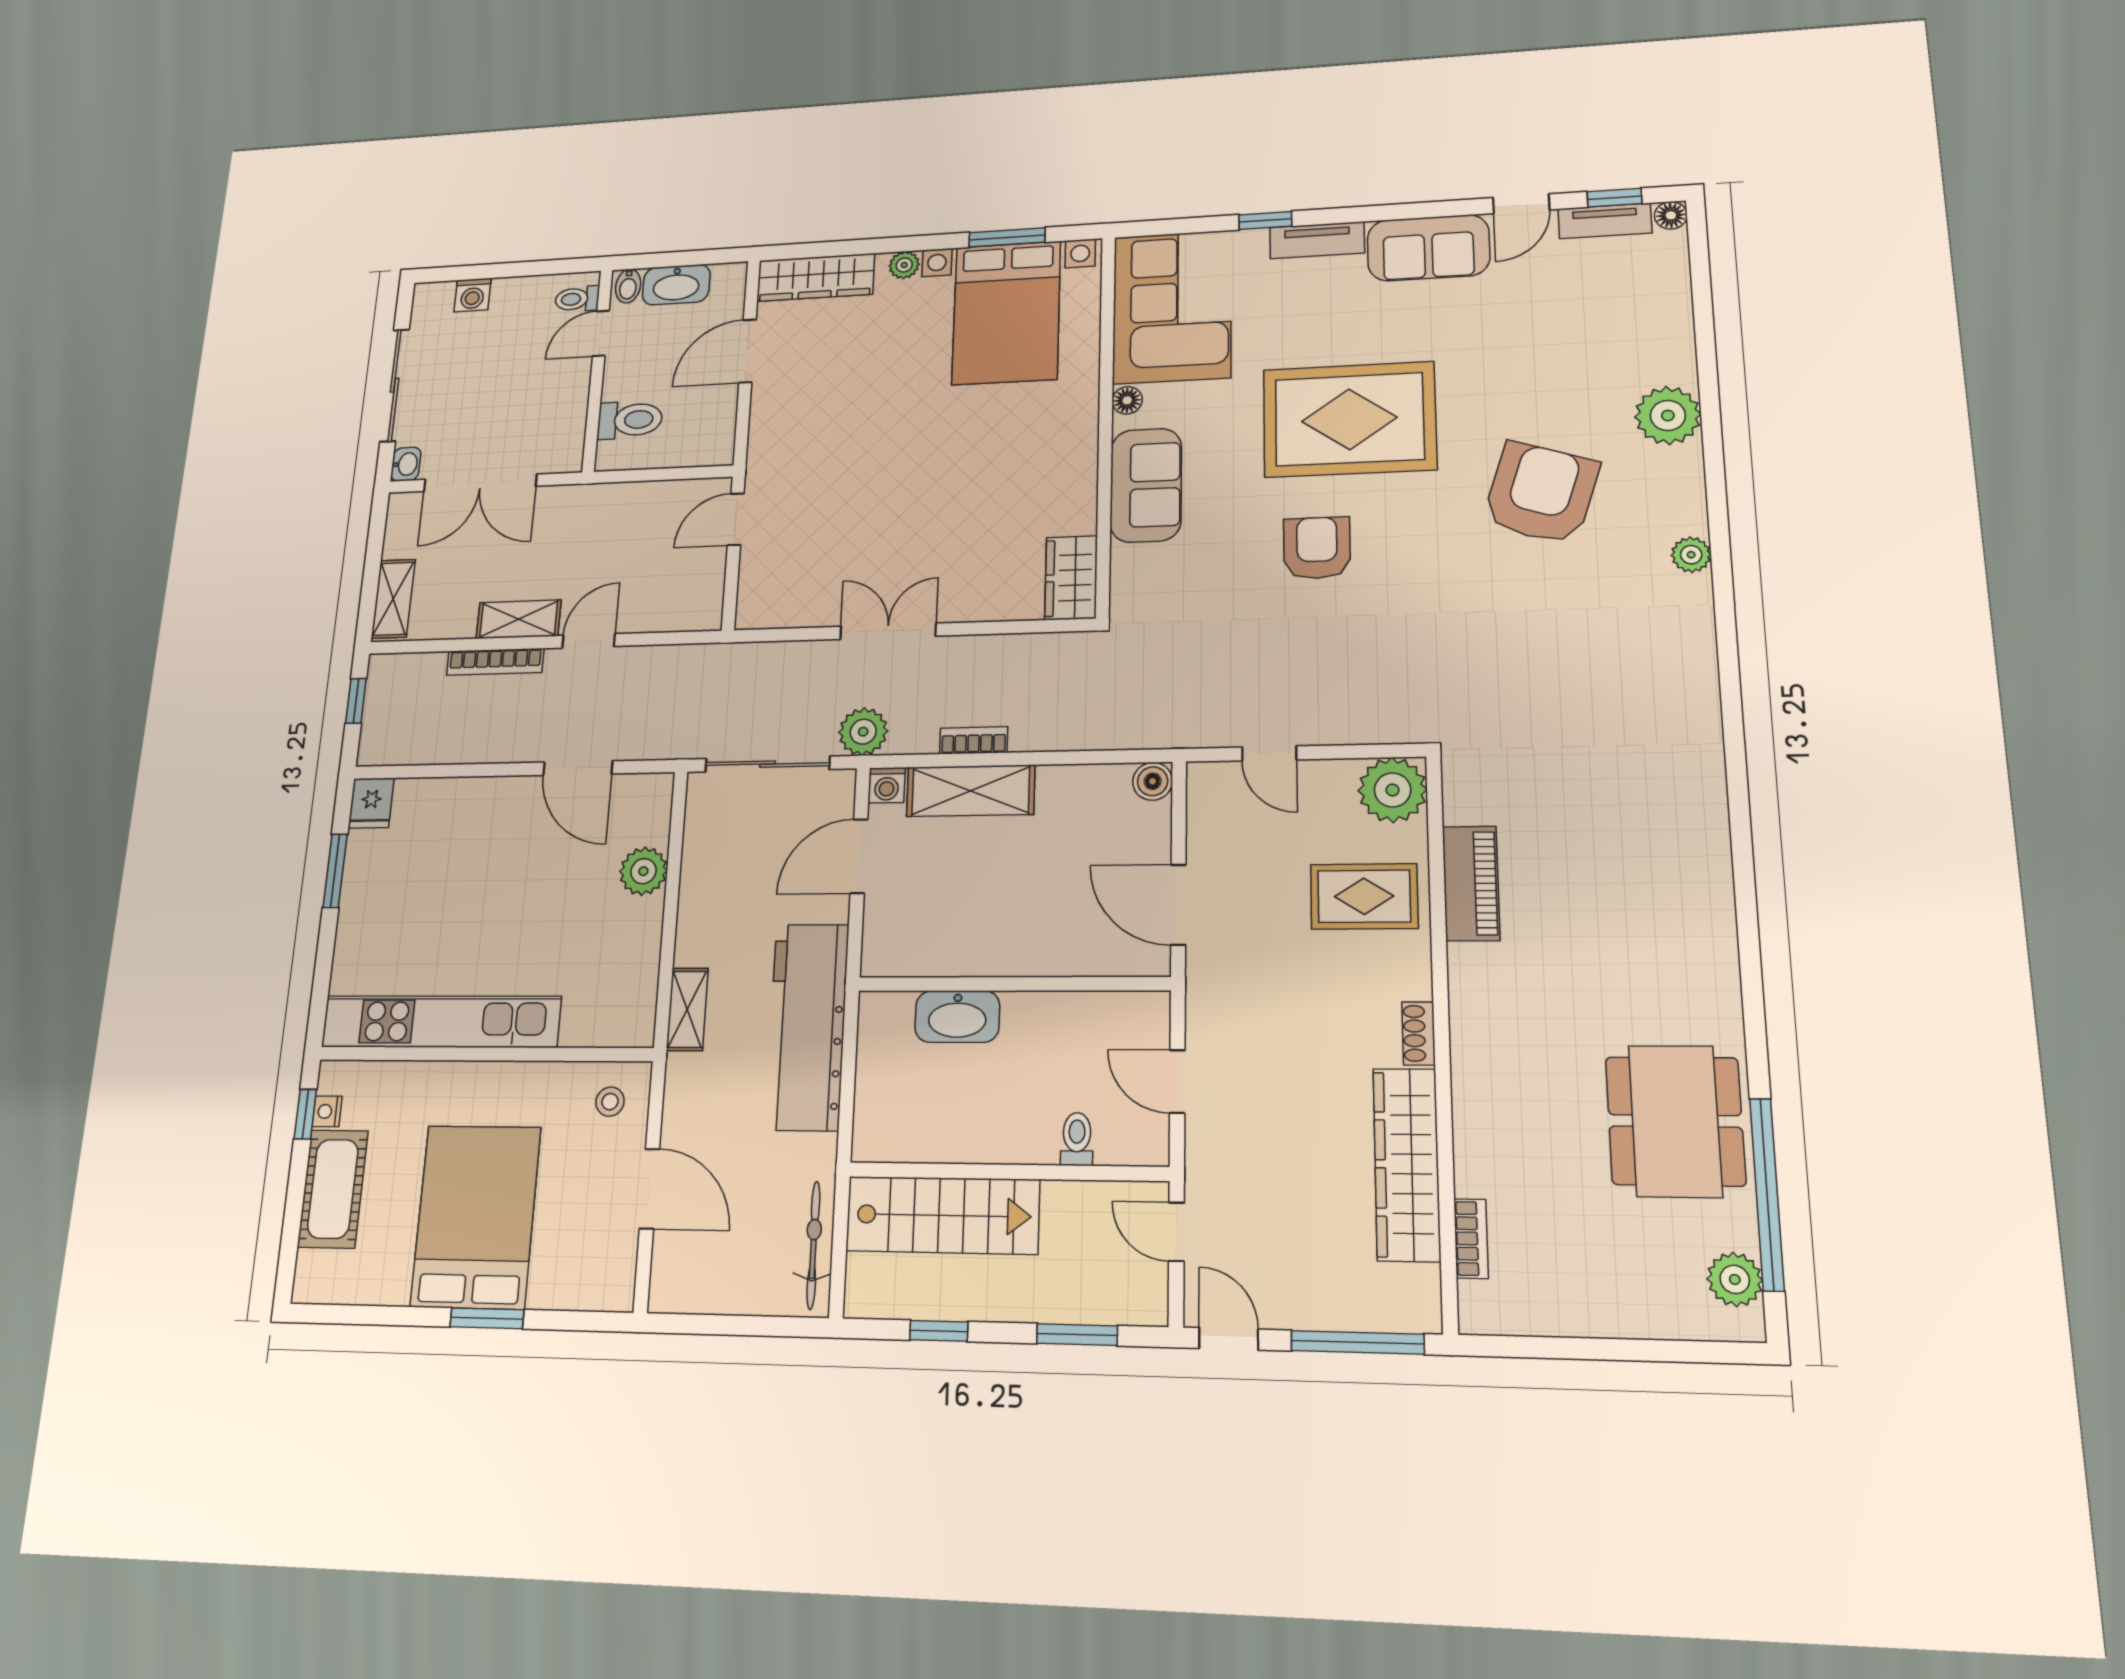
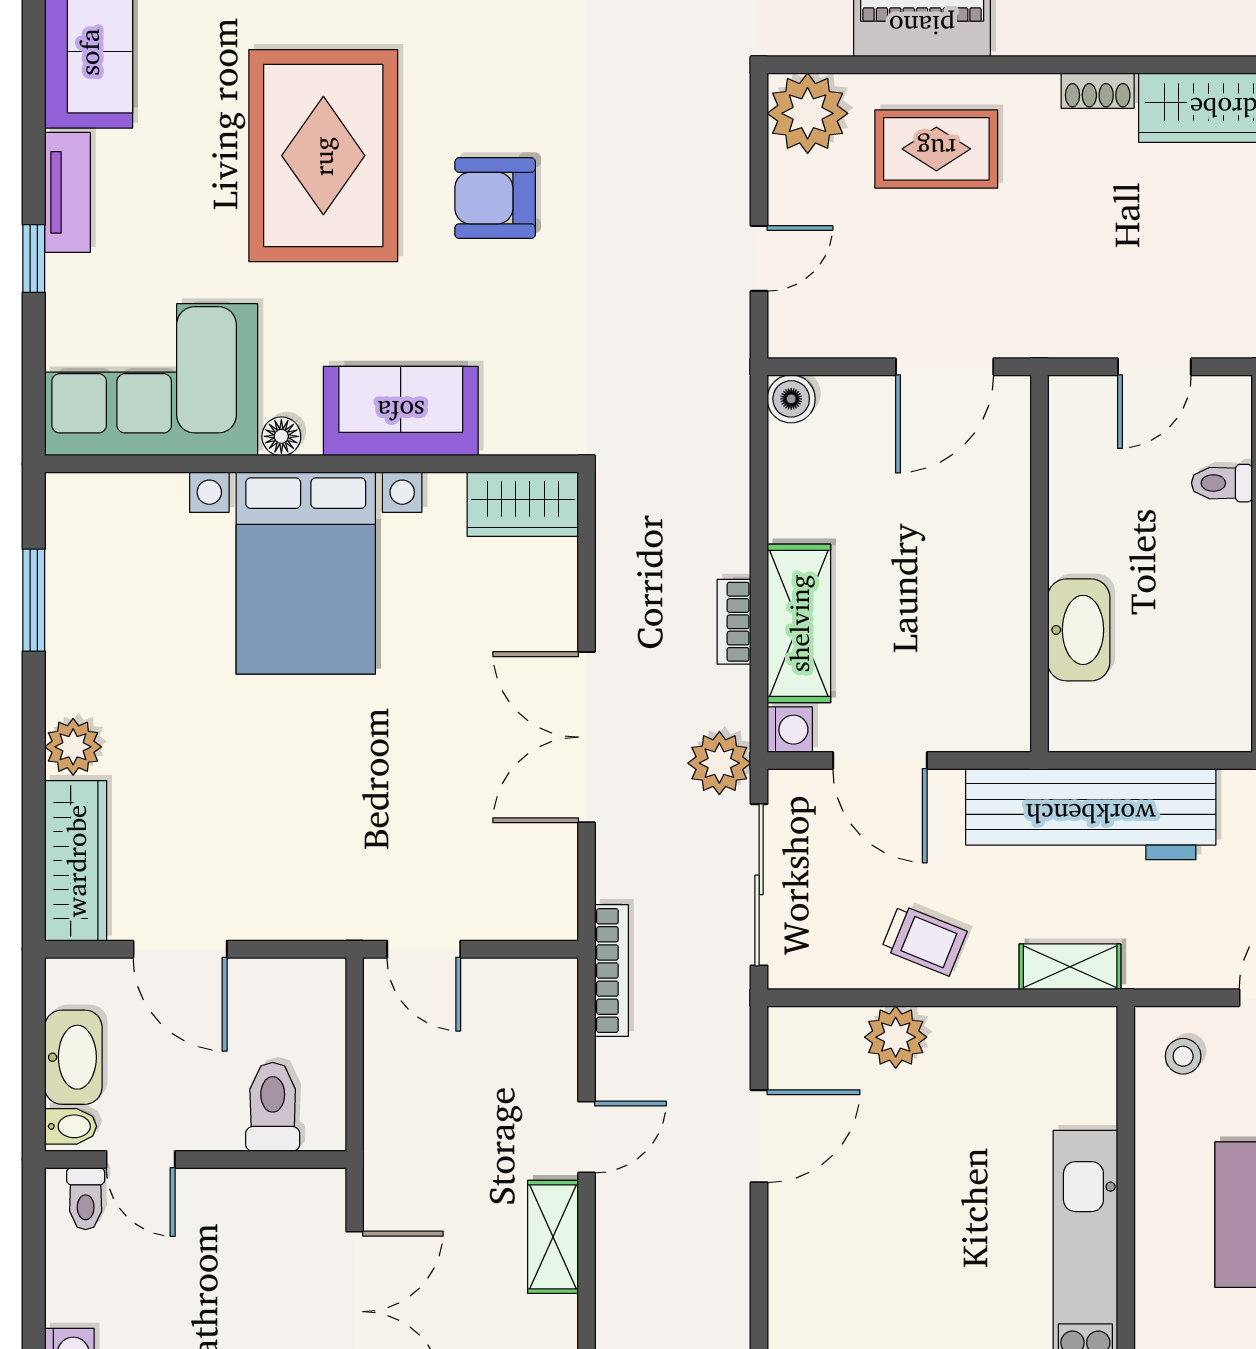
plant: (904, 265) -> (73, 747), width x1.38, depth x1.38
bed with nightstands: (1006, 313) -> (306, 573), moved, turned 90
double door: (888, 631) -> (586, 737), width x1.37
door: (589, 641) -> (586, 1137), swing flipped
bookcase: (495, 662) -> (611, 971), moved
trolley: (716, 893) -> (924, 940), added
rug: (1364, 896) -> (936, 149), turned 90

